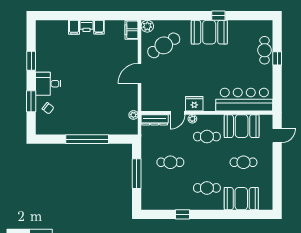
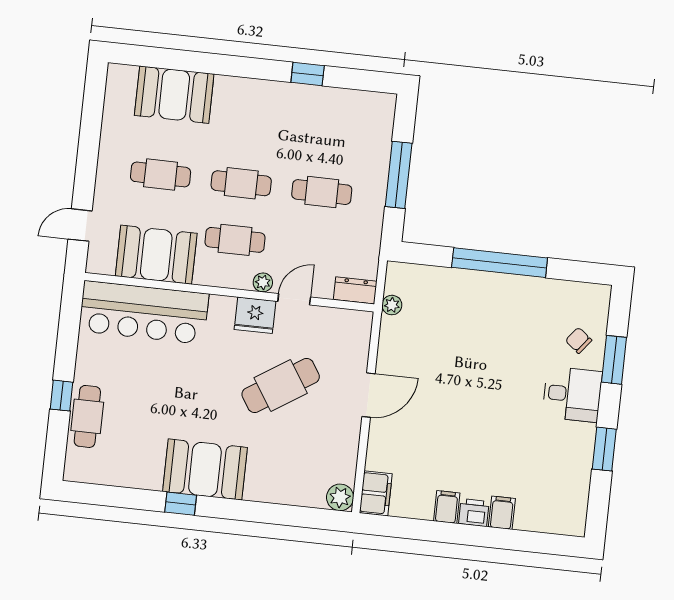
cafe table: (164, 45) -> (281, 386), moved
dresser: (155, 120) -> (355, 290), width x0.70
cafe table: (207, 188) -> (241, 183), moved

